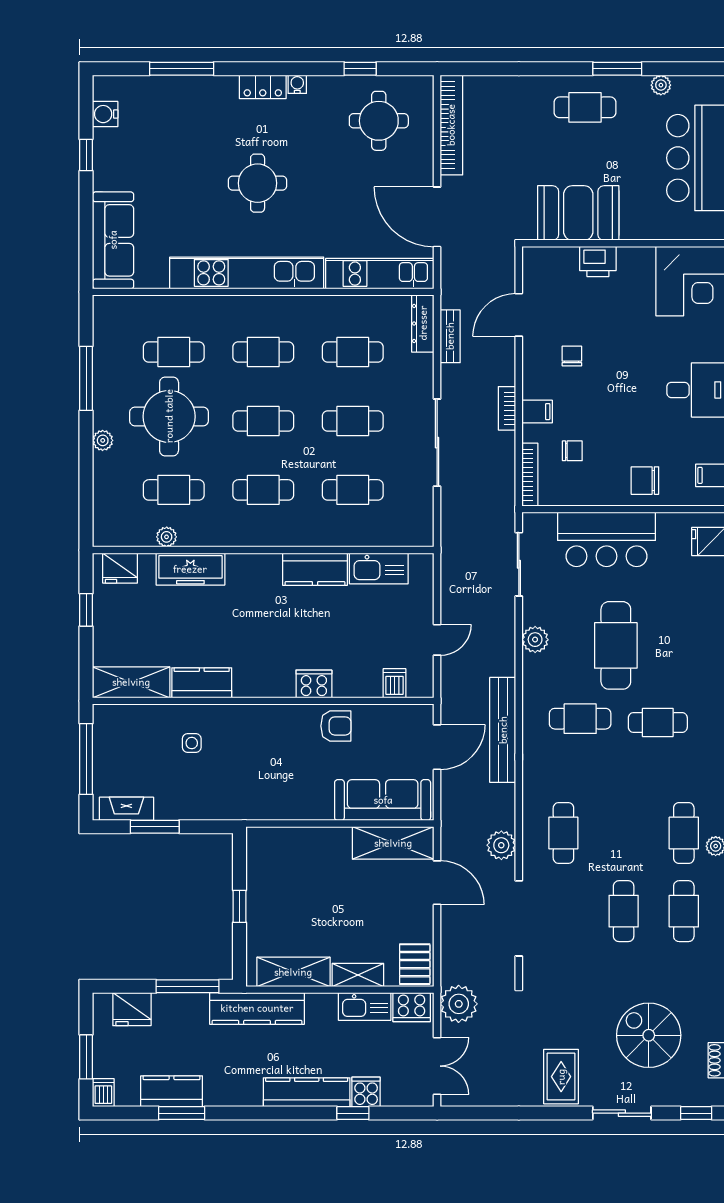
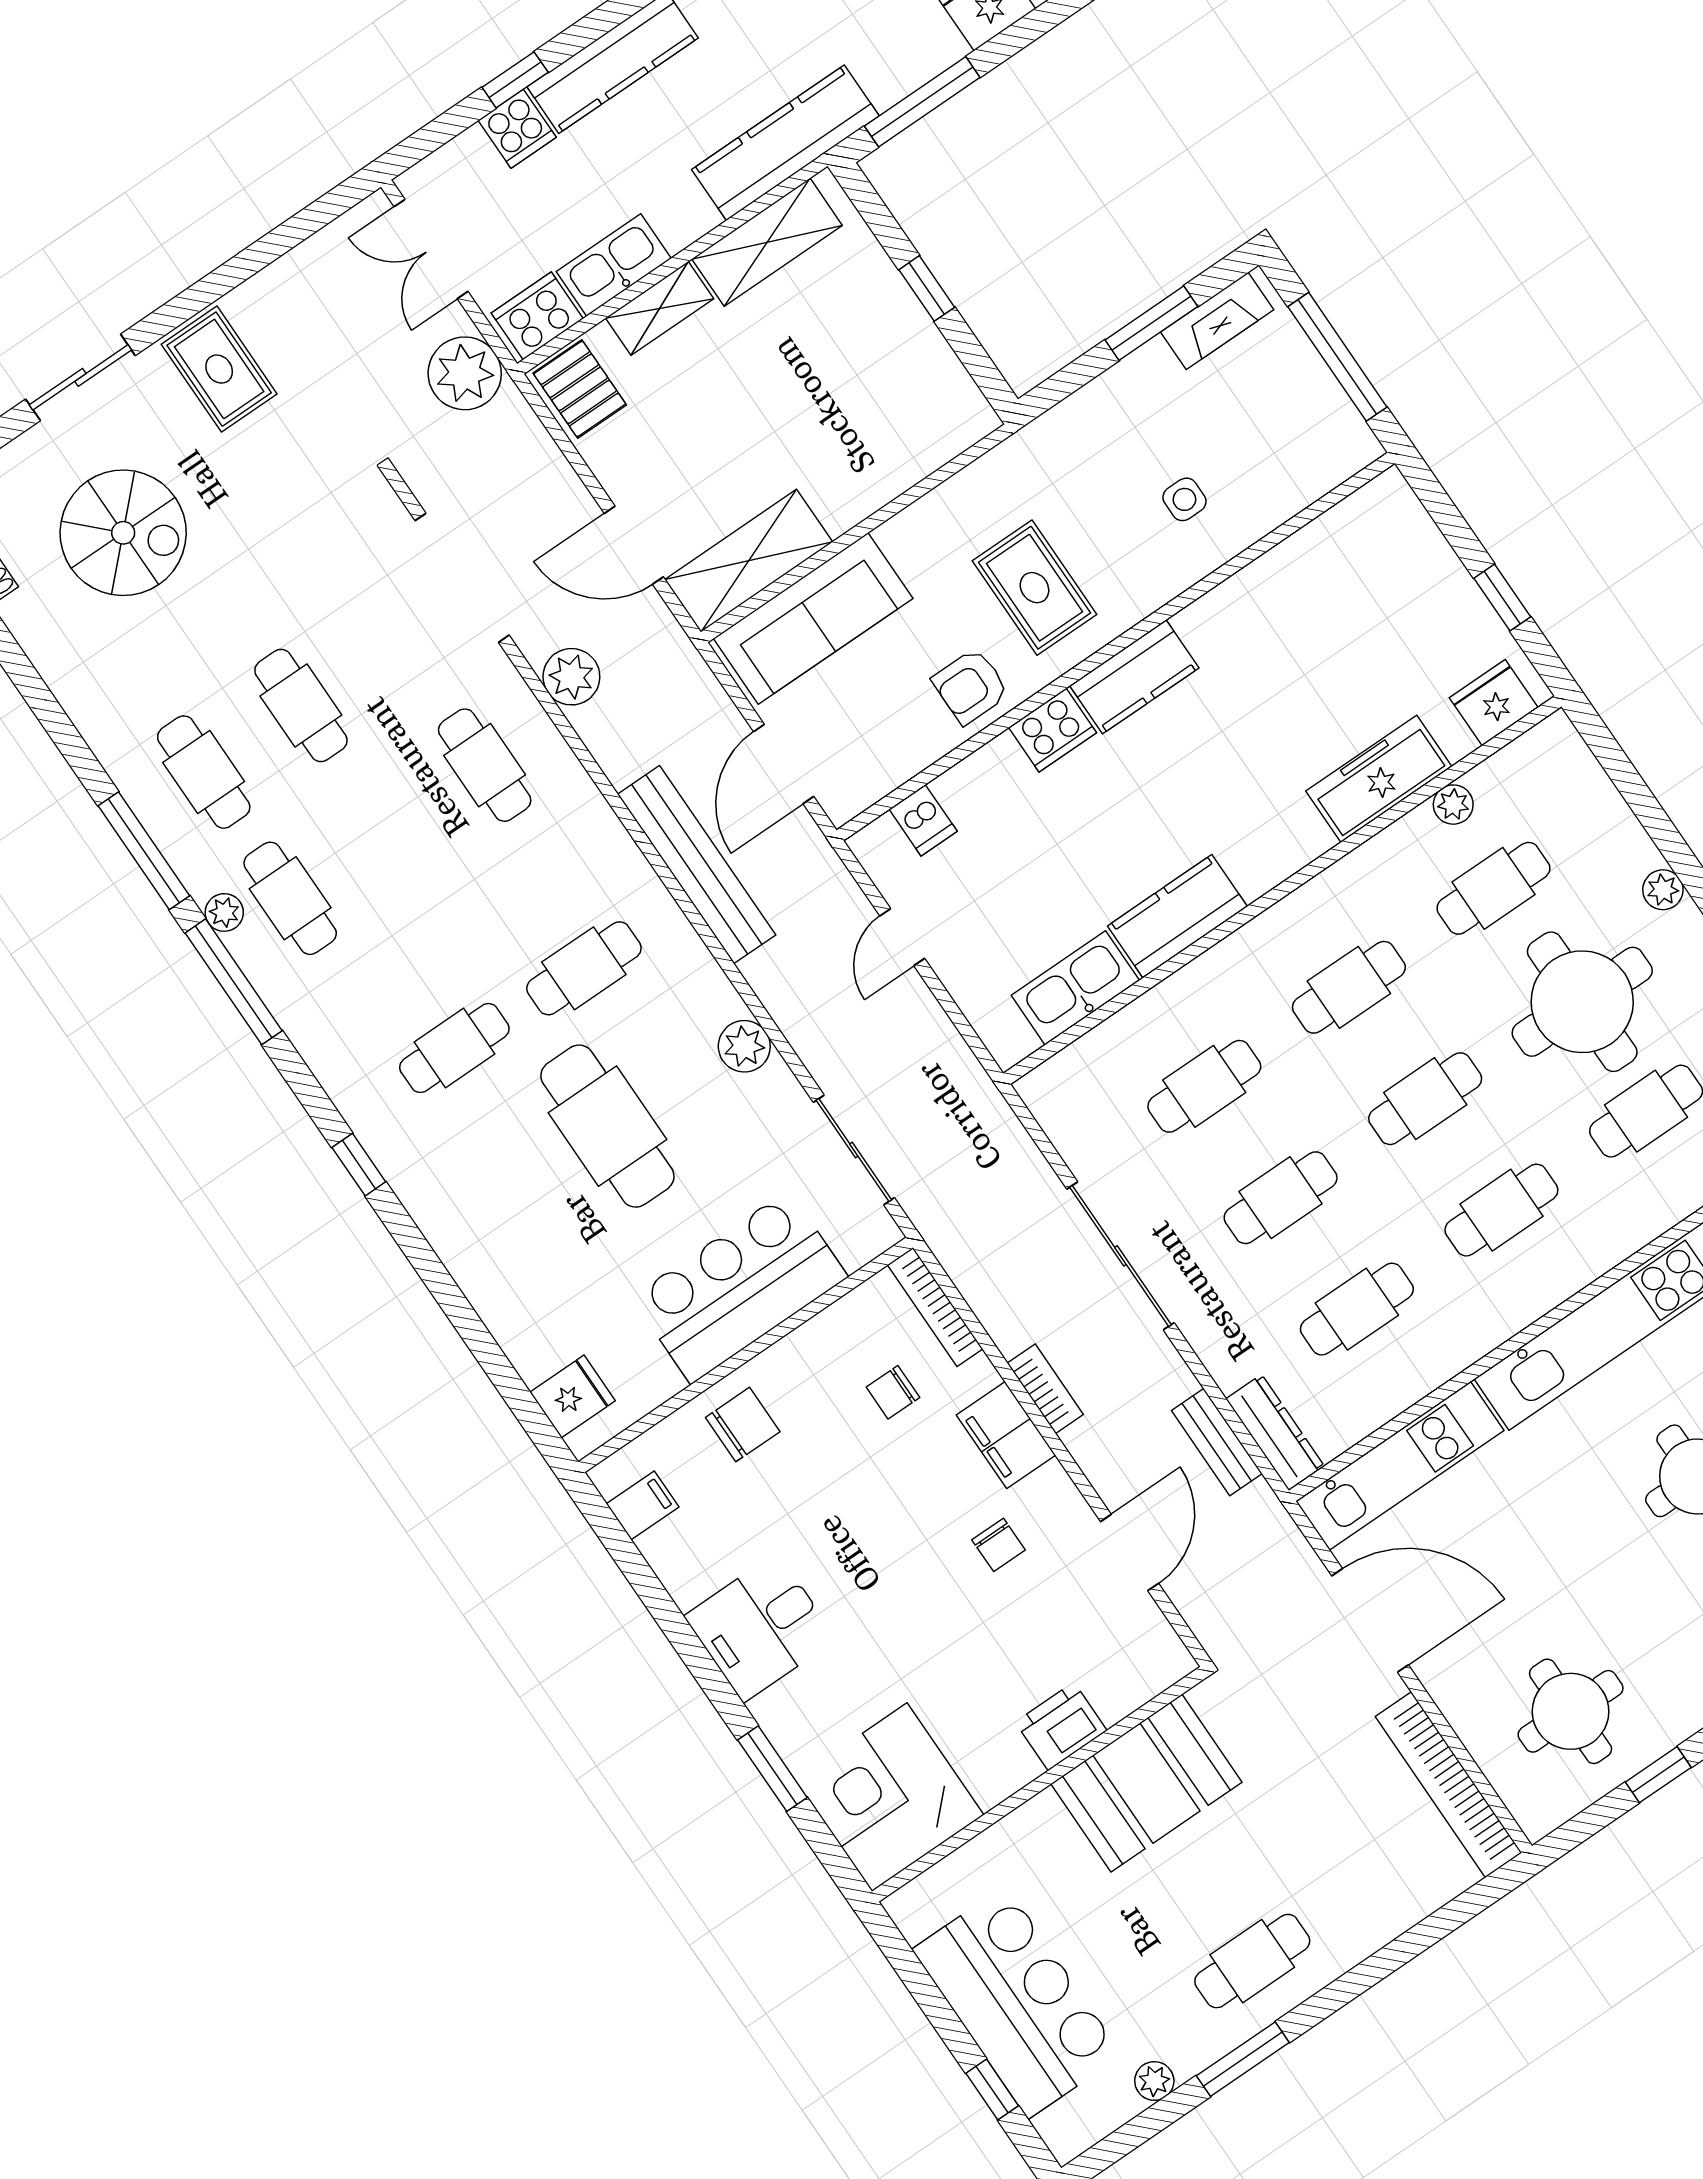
filing cabinet: (537, 412) -> (1006, 1435), width x2.00
shelving: (131, 682) -> (1350, 530), removed
kitchen counter: (202, 683) -> (1134, 677), moved
rug: (280, 749) -> (1034, 588), added

